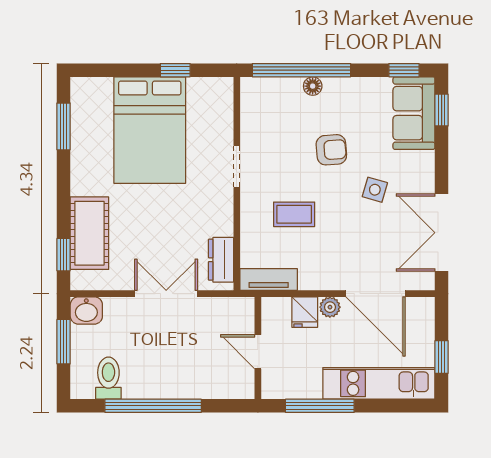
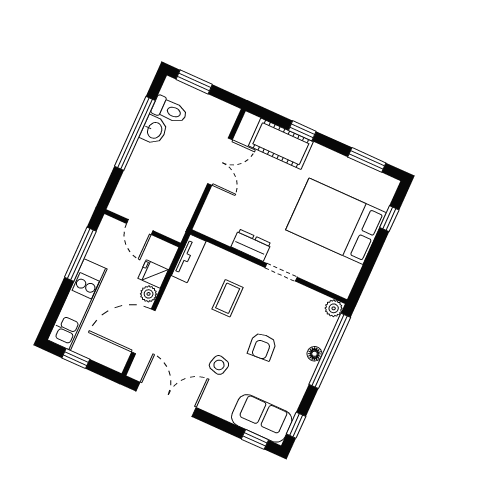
window: (175, 70) -> (389, 219), moved
plant: (251, 88) -> (334, 308), added
window: (64, 255) -> (302, 131), moved
dresser: (221, 260) -> (251, 245), moved
double door: (166, 294) -> (220, 162), moved
washbasin: (86, 310) -> (154, 130), moved, turned 180
window: (64, 342) -> (194, 82), moved
door: (258, 352) -> (140, 227), swing flipped

